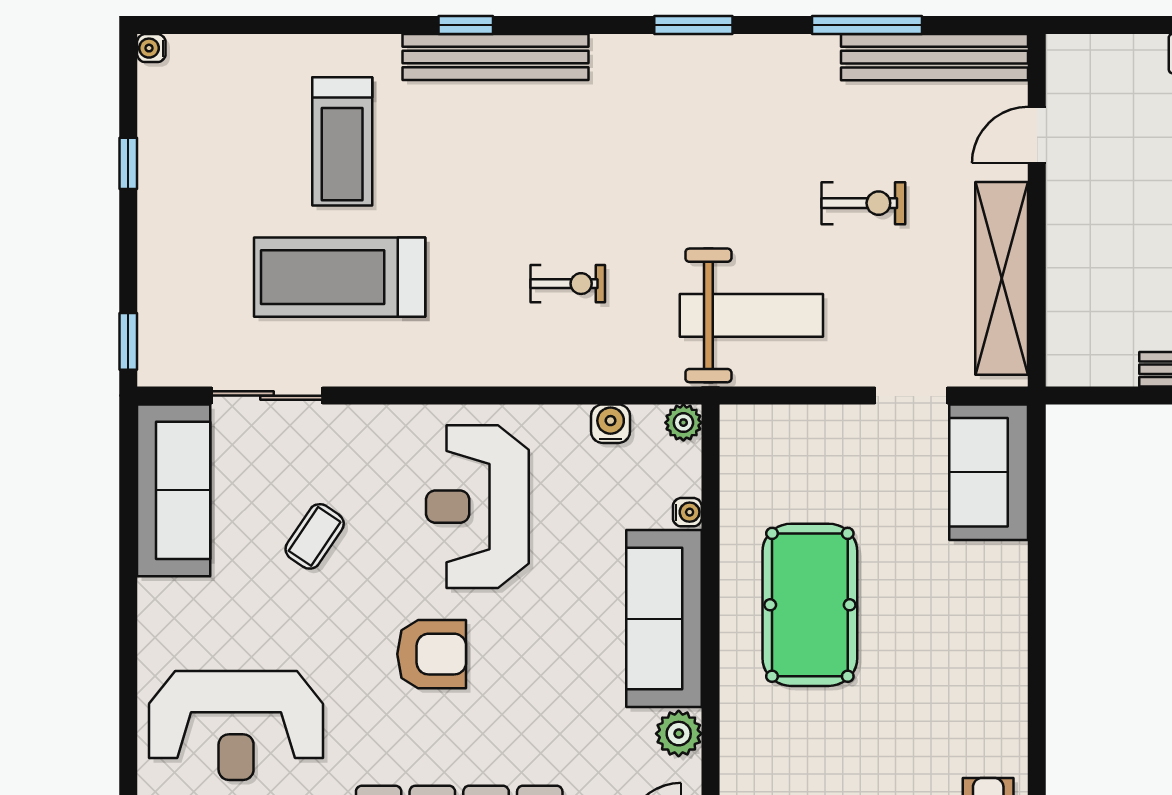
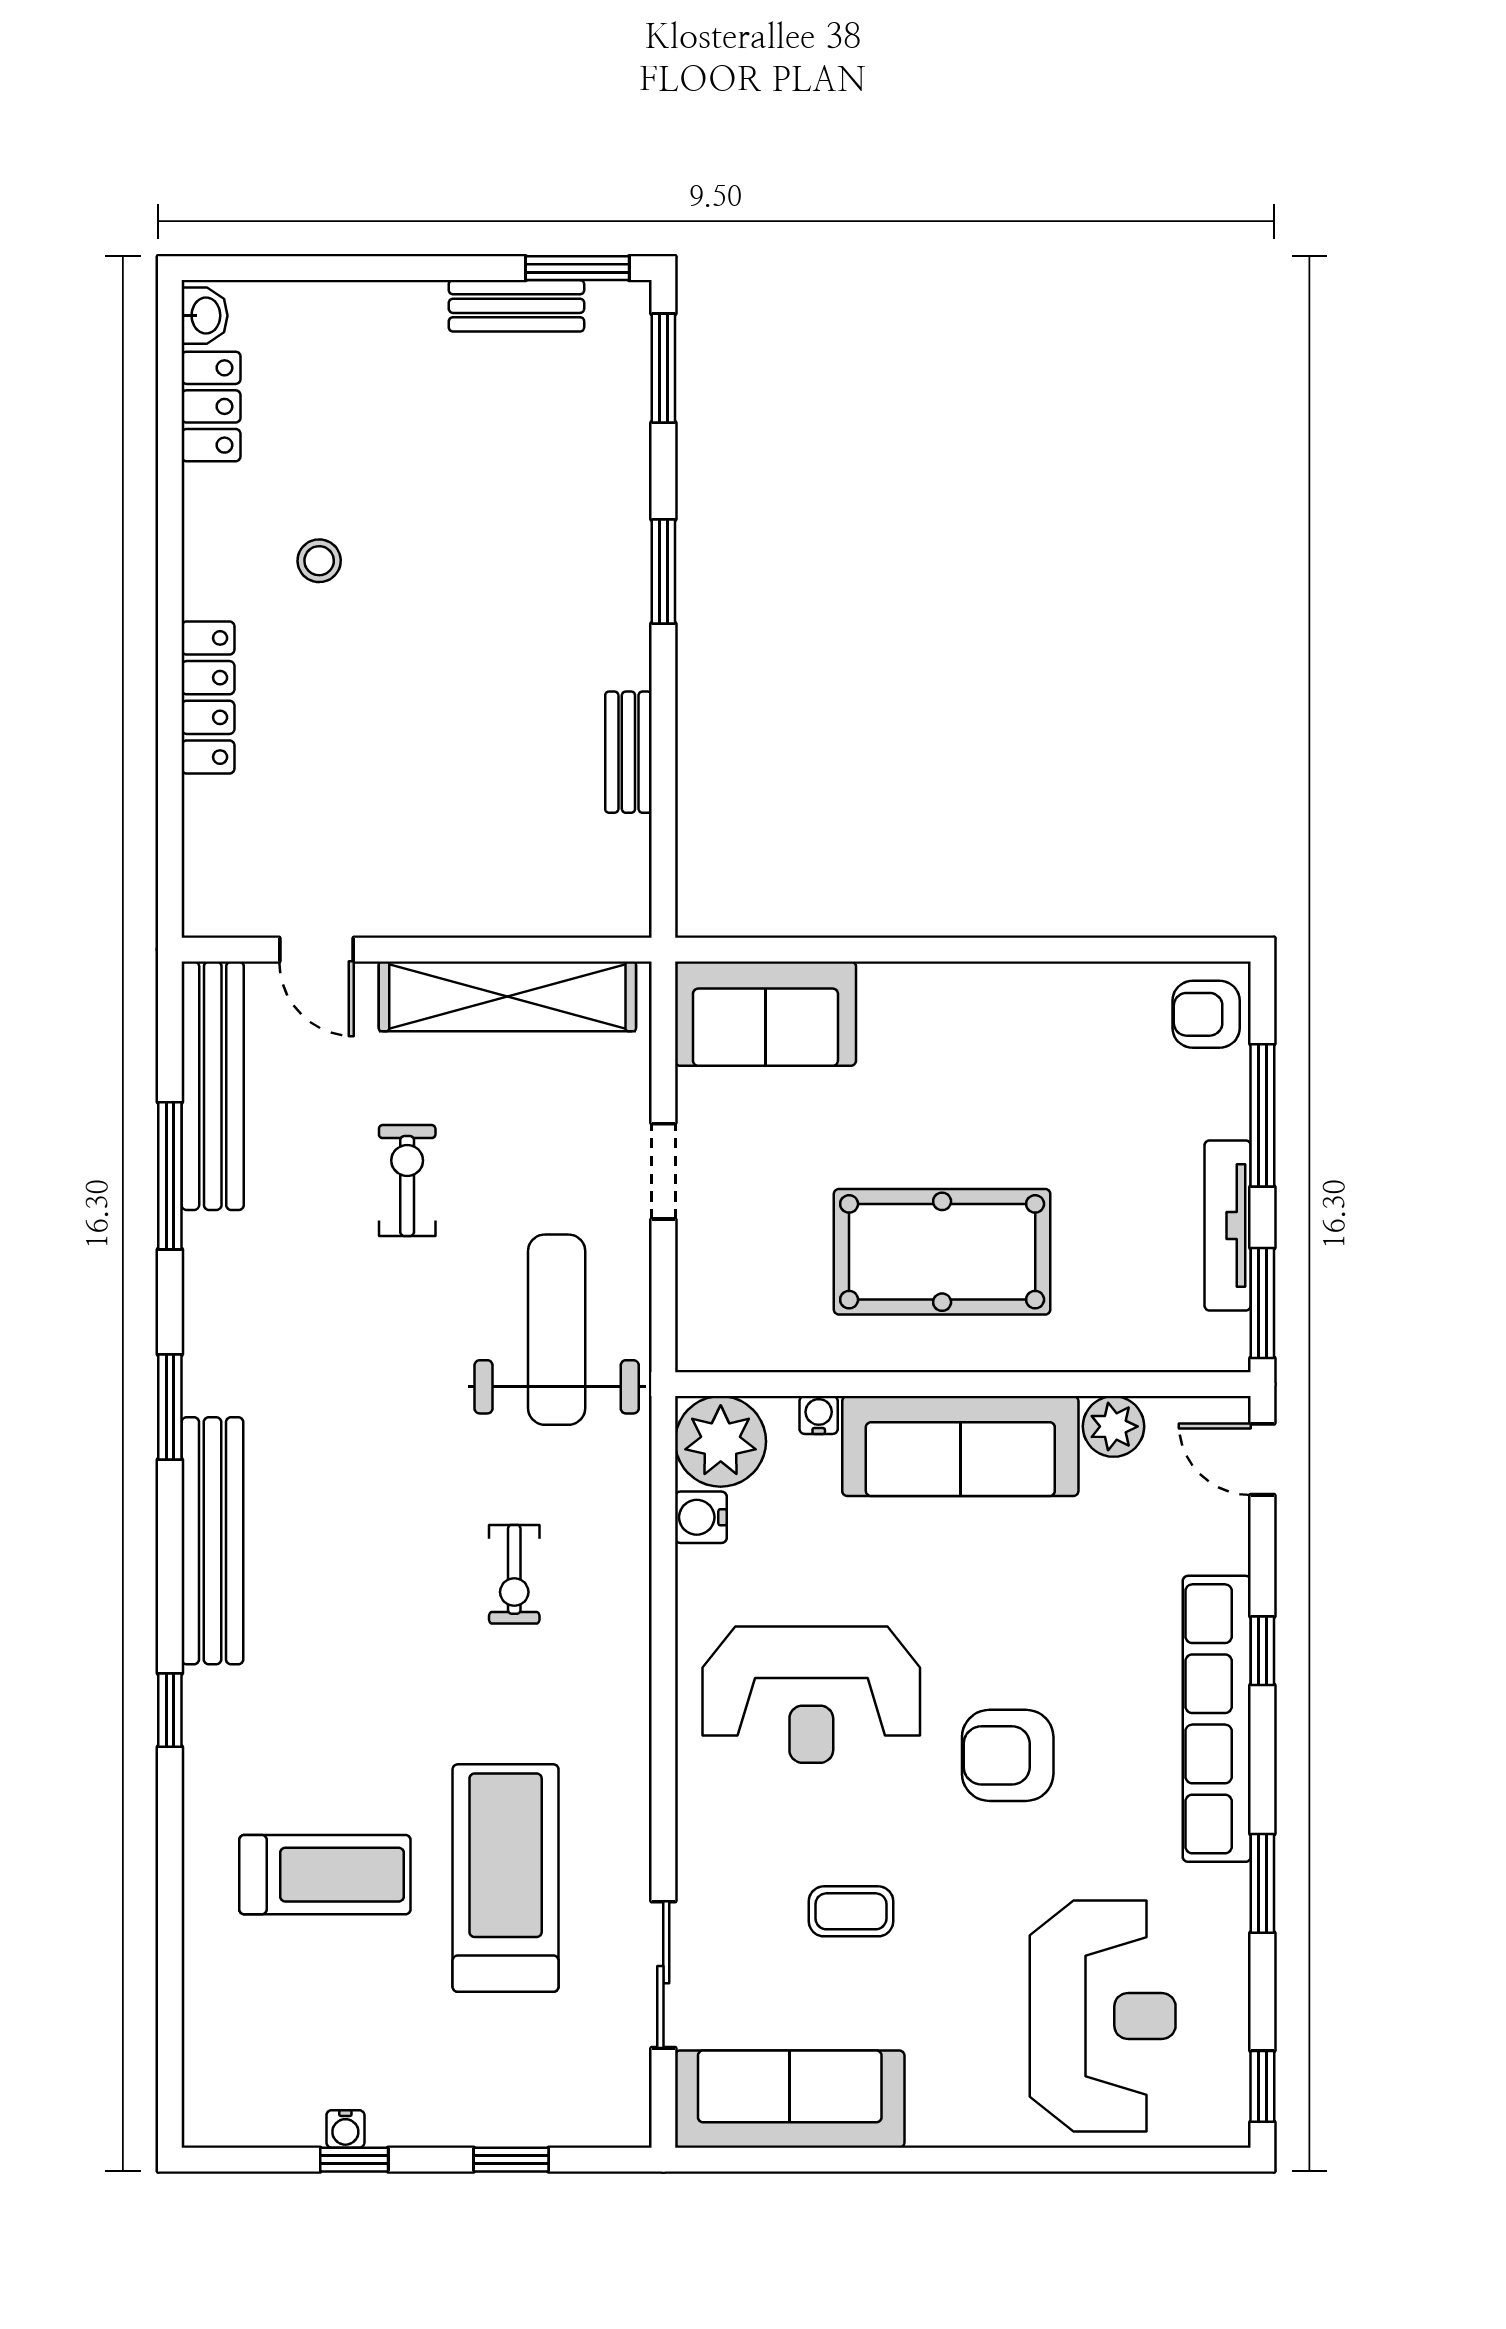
water cooler: (151, 48) -> (345, 2129), moved
bench: (496, 57) -> (212, 1541), moved
treadmill: (340, 277) -> (506, 1878), turned 180
exercise bike: (568, 284) -> (514, 1574), turned 180
window: (128, 341) -> (511, 2160), moved
doorway: (911, 396) -> (663, 1171), moved
plant: (683, 423) -> (721, 1441), width x1.88, depth x1.88
coffee table: (315, 536) -> (851, 1911), turned -34
armchair: (432, 654) -> (1008, 1755), turned -90

